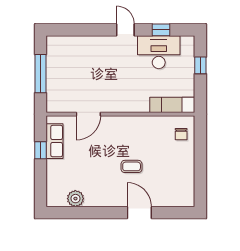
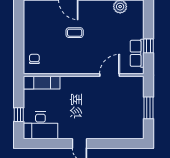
window: (161, 30) -> (51, 143), removed
desk: (159, 52) -> (40, 125), moved
window: (41, 74) -> (148, 108), width x0.69

